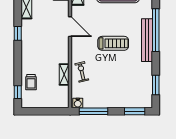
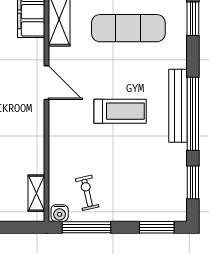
window: (156, 30) -> (193, 114), moved
exercise bike: (82, 72) -> (87, 193), moved
shelving: (64, 74) -> (36, 193), moved

